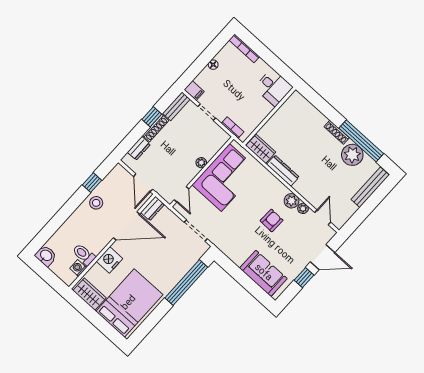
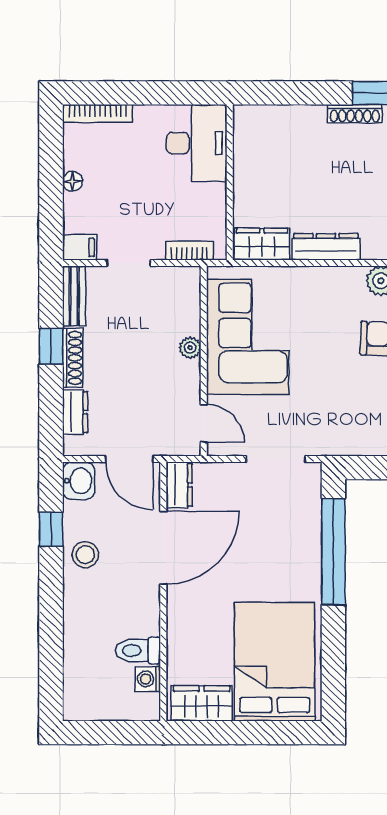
desk: (274, 87) -> (196, 143), width x1.37
washbasin: (46, 256) -> (79, 481), moved, turned 90
nightstand: (110, 260) -> (185, 623), removed

